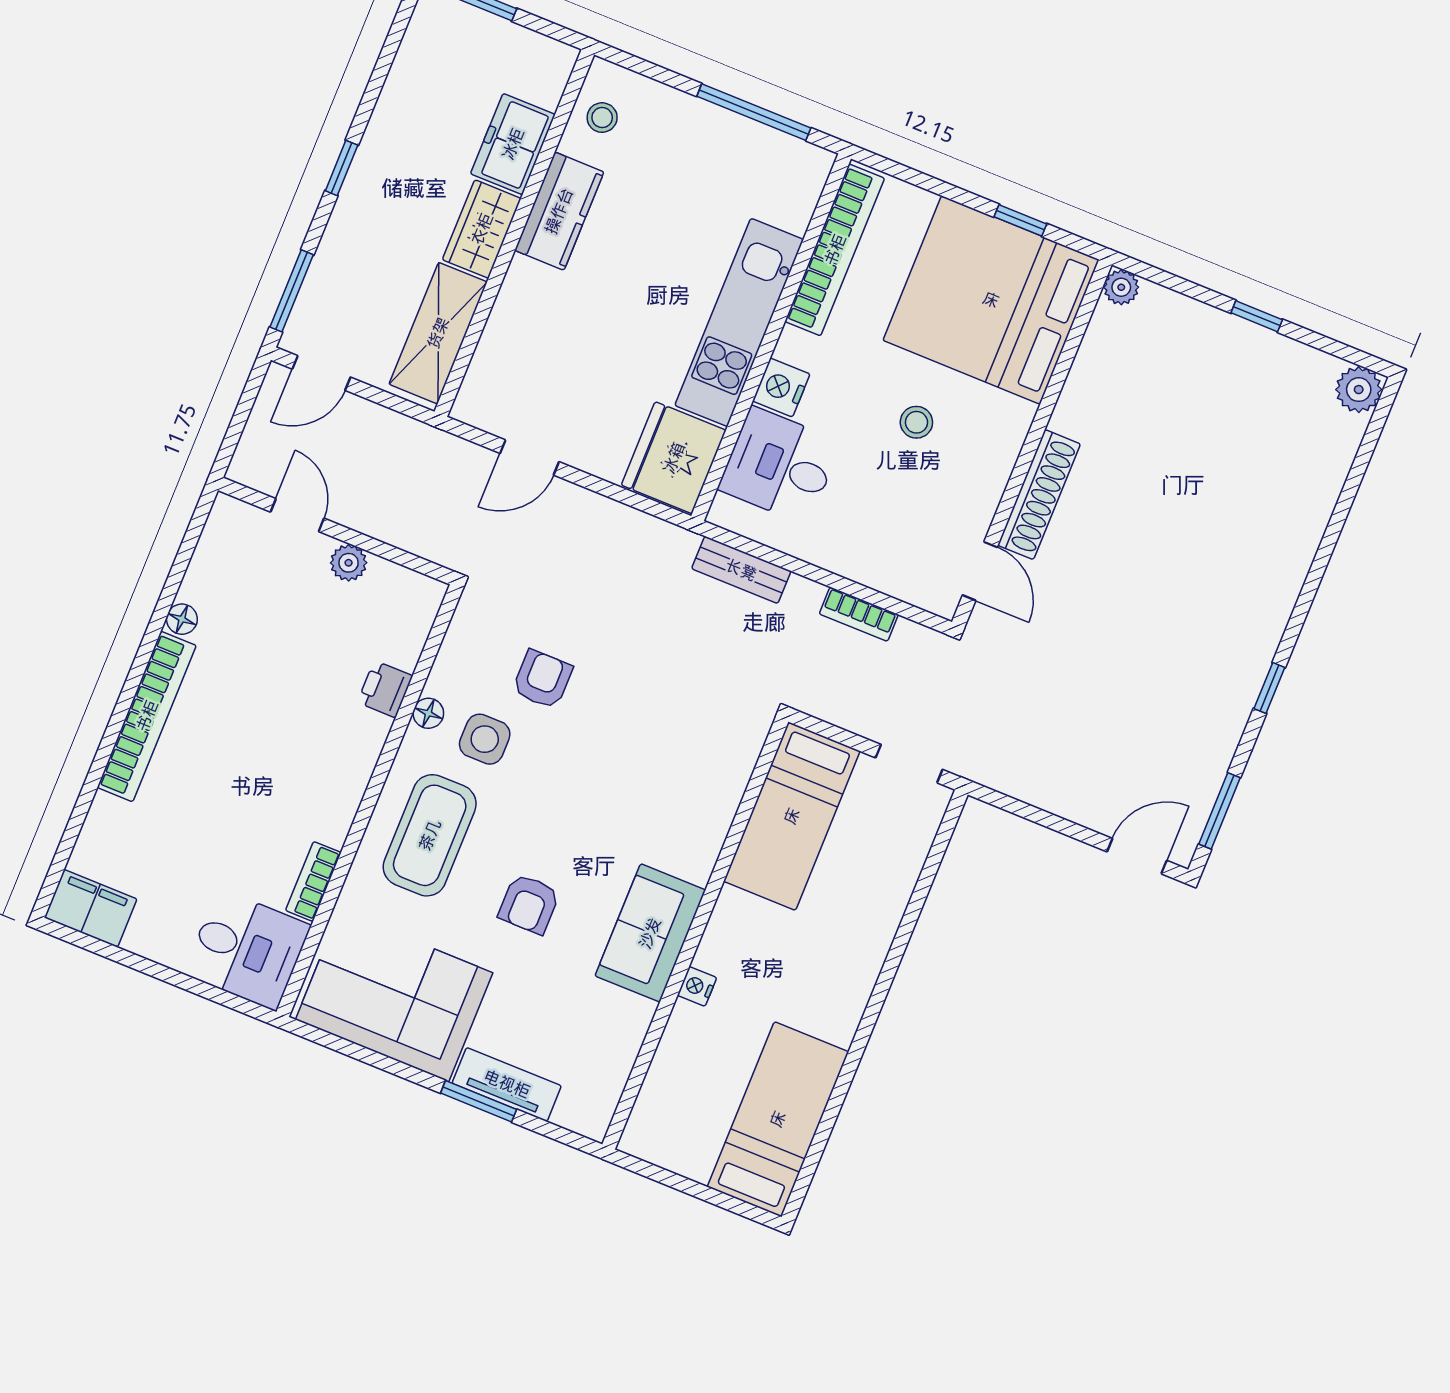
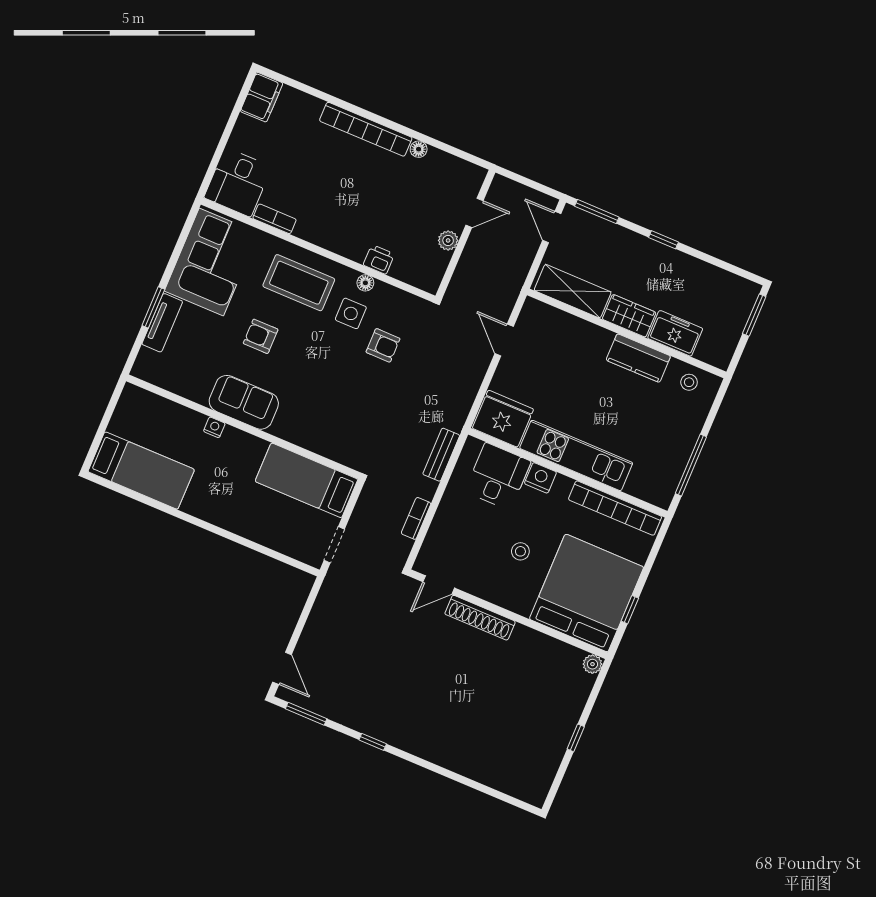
plant: (1359, 390) -> (535, 793), removed

